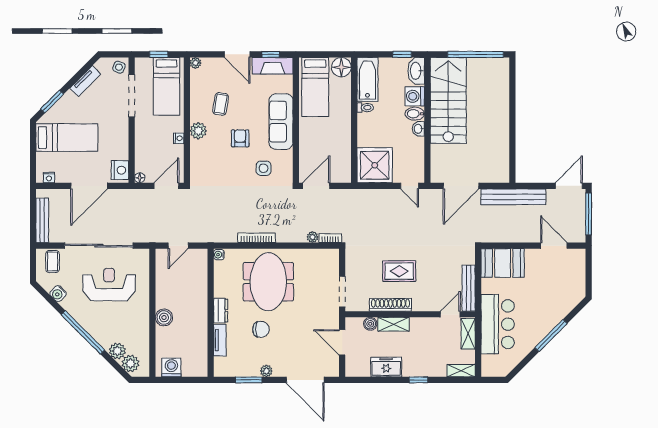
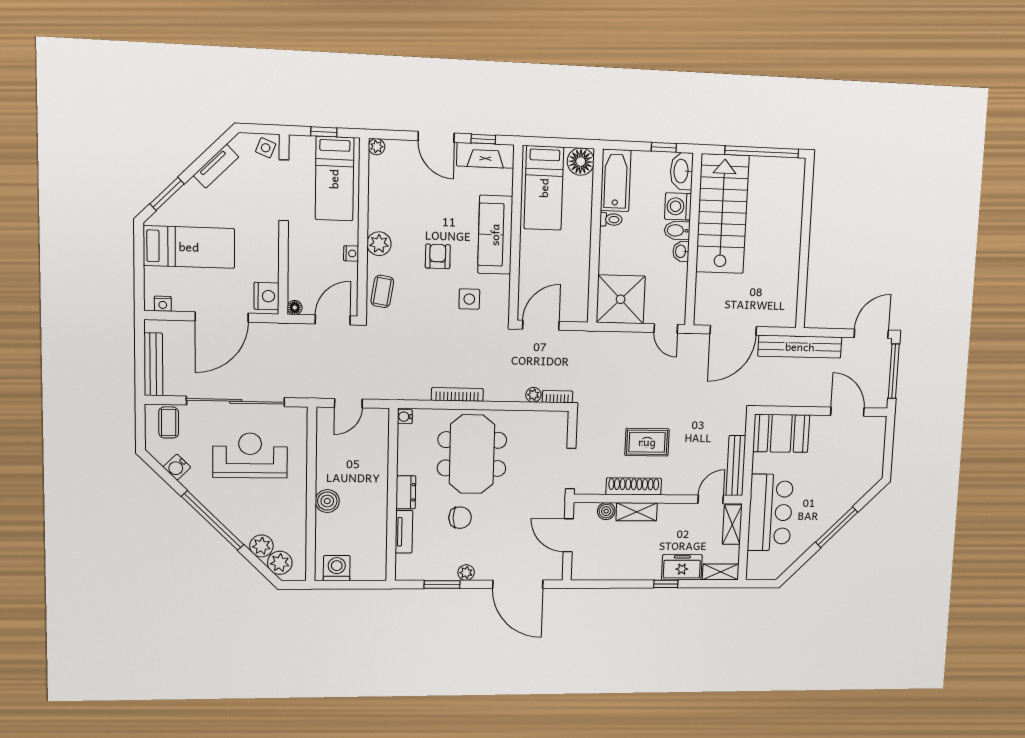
coffee table: (221, 104) -> (382, 291), moved
freezer: (386, 367) -> (682, 567), moved

